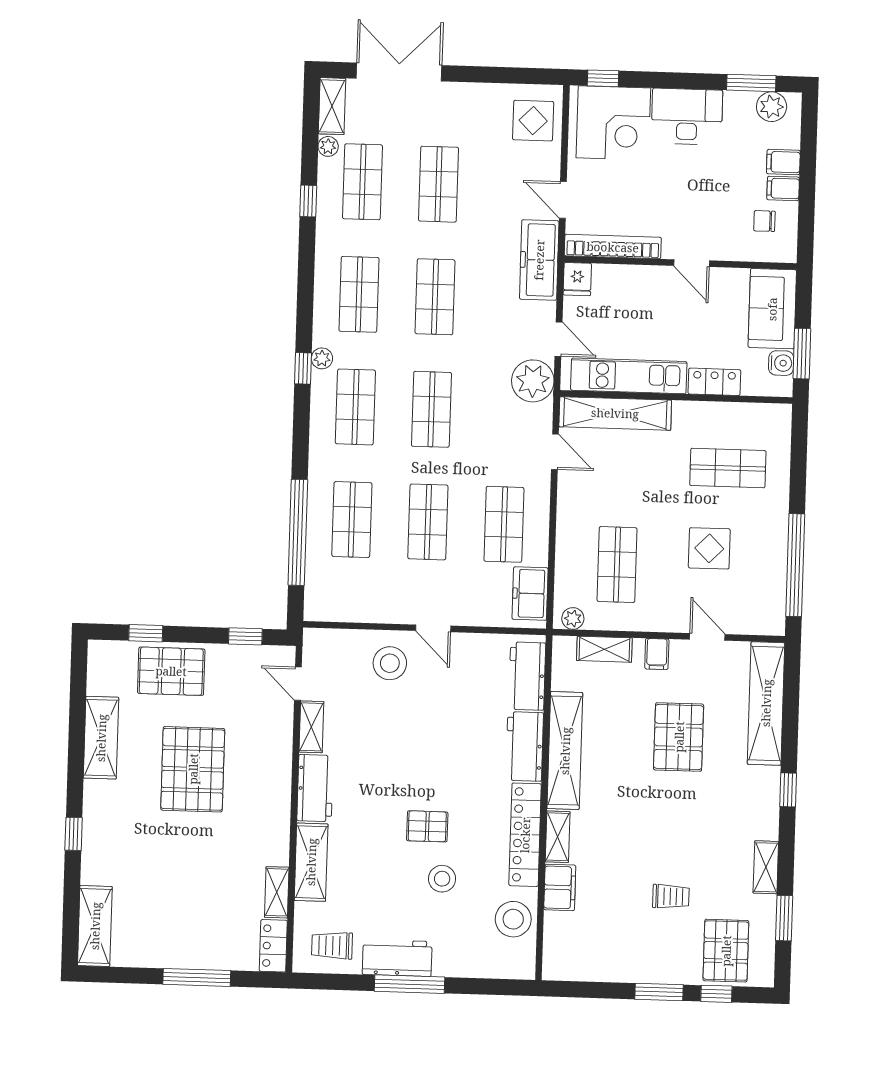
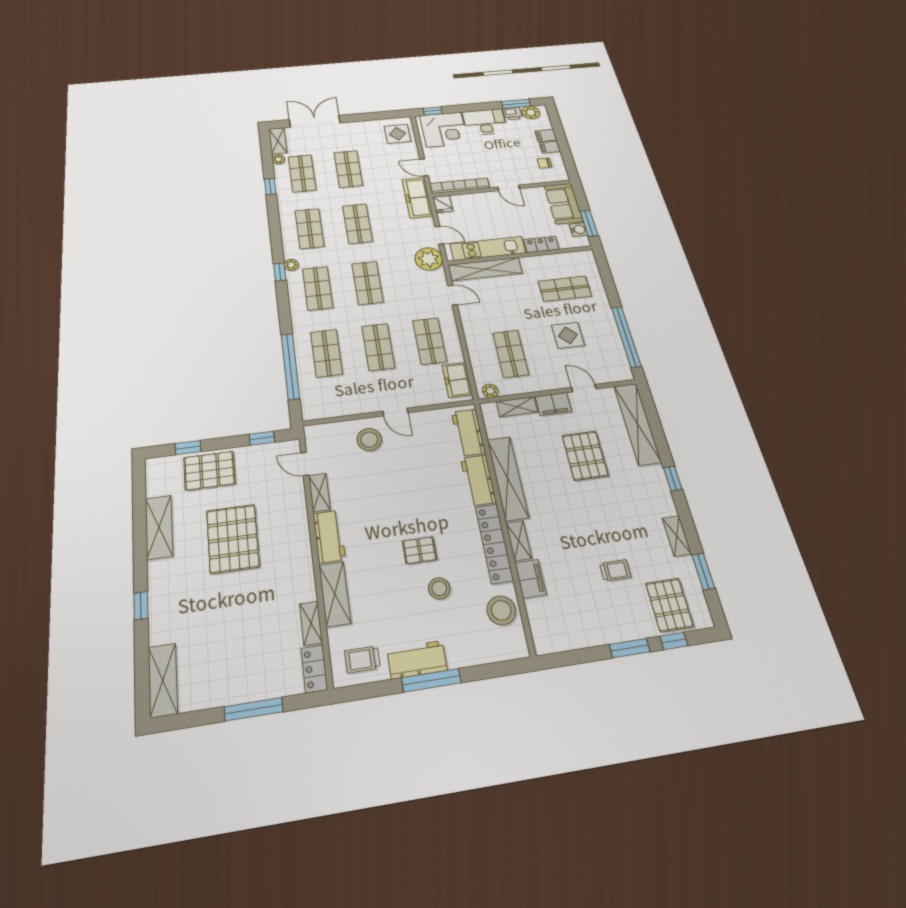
printer: (739, 104) -> (513, 113), added
filing cabinet: (657, 654) -> (553, 404), width x2.00

